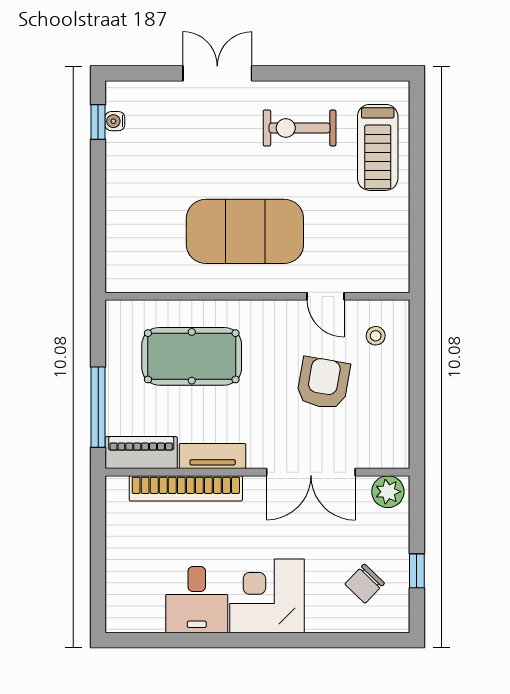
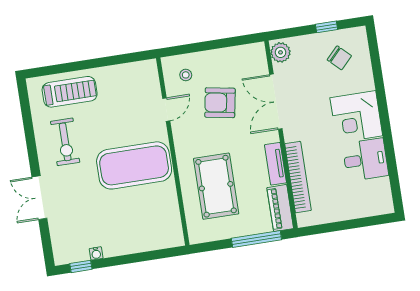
water cooler: (115, 121) -> (96, 253), moved
exercise mat: (245, 231) -> (134, 165), turned 90
double door: (311, 472) -> (276, 102), swing flipped

